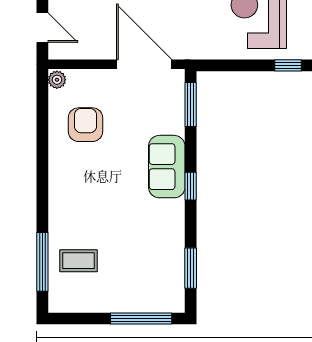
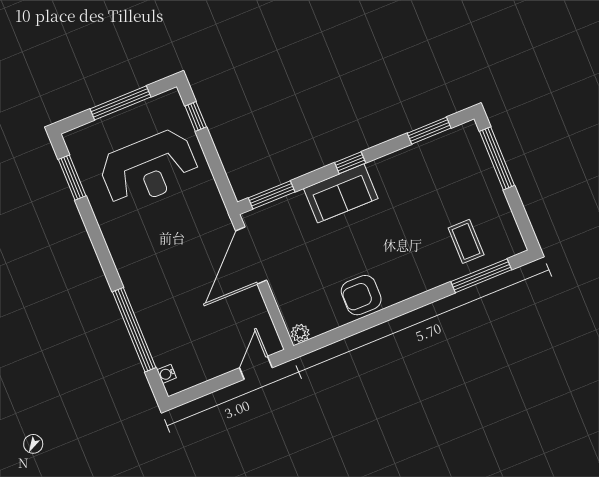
armchair: (86, 125) -> (361, 295), moved

